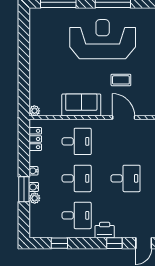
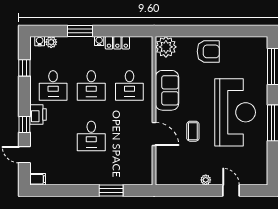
armchair: (44, 65) -> (208, 51), added
plant: (34, 111) -> (166, 47), width x1.87, depth x1.87
door: (124, 118) -> (154, 134), hinge flipped
locker: (35, 139) -> (117, 43), moved
water cooler: (34, 187) -> (40, 41), moved
plant: (35, 198) -> (51, 42), moved

